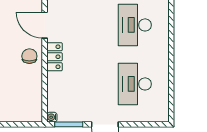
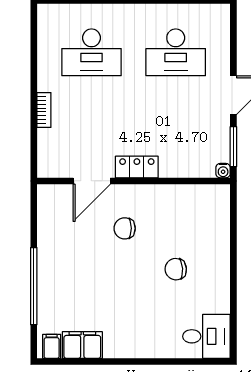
chair: (29, 56) -> (125, 228), moved

